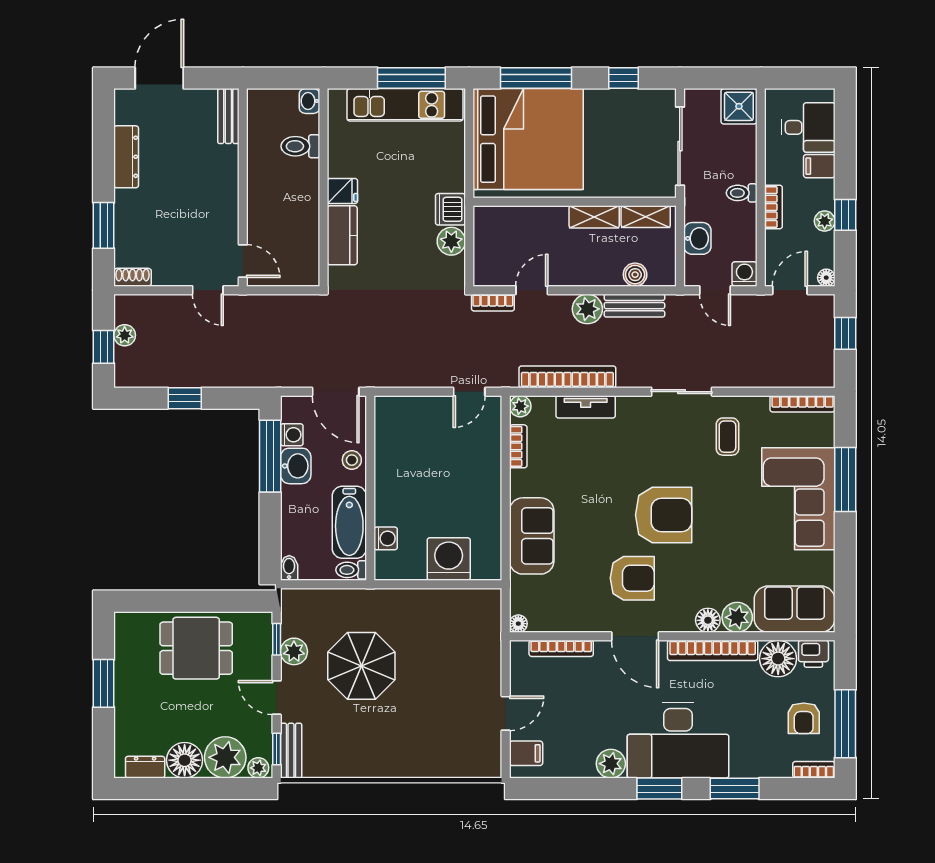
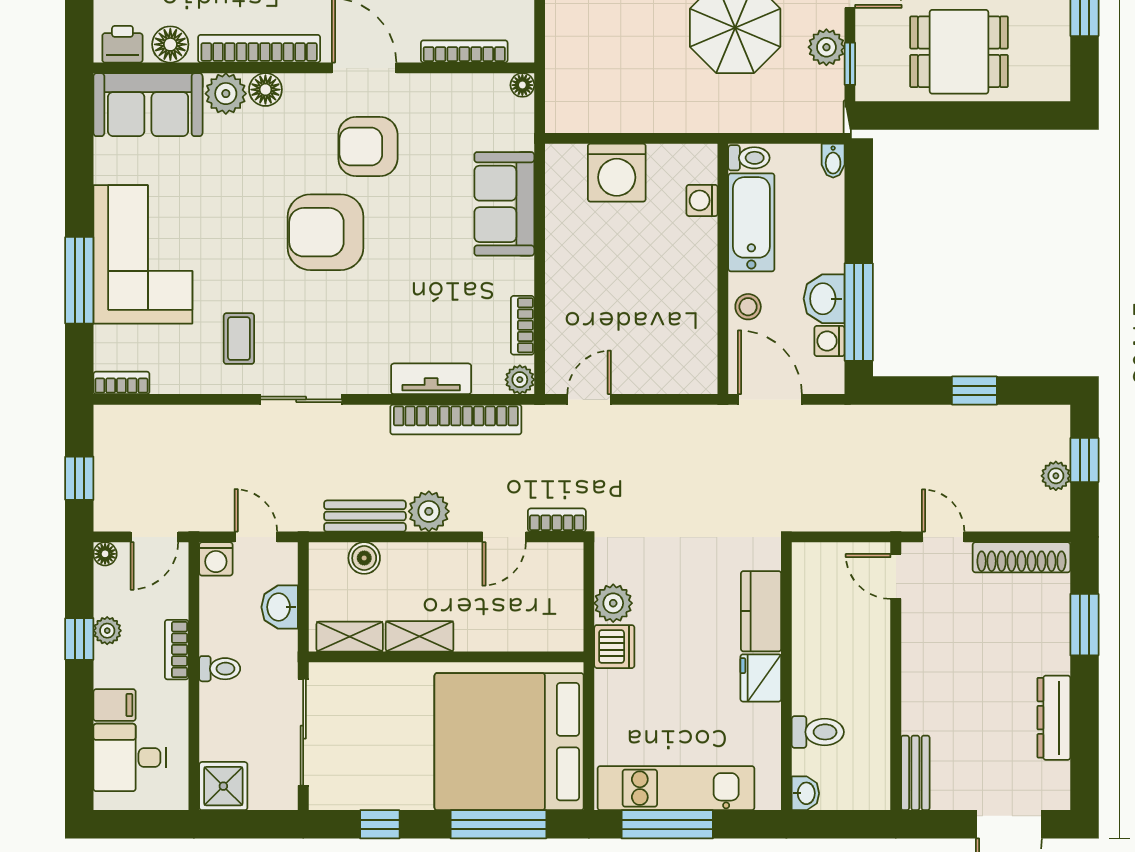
fridge: (342, 191) -> (761, 678), width x1.38
shoe rack: (133, 277) -> (1022, 557), width x1.94, depth x1.24
bookcase: (803, 404) -> (121, 383), width x0.64
floor lamp: (778, 659) -> (170, 44), width x0.73, depth x0.73

